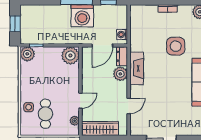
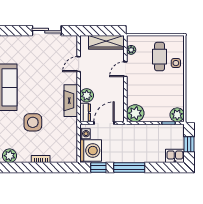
kitchen sink: (30, 12) -> (175, 156), added
washing machine: (82, 16) -> (91, 151), moved, turned 90

